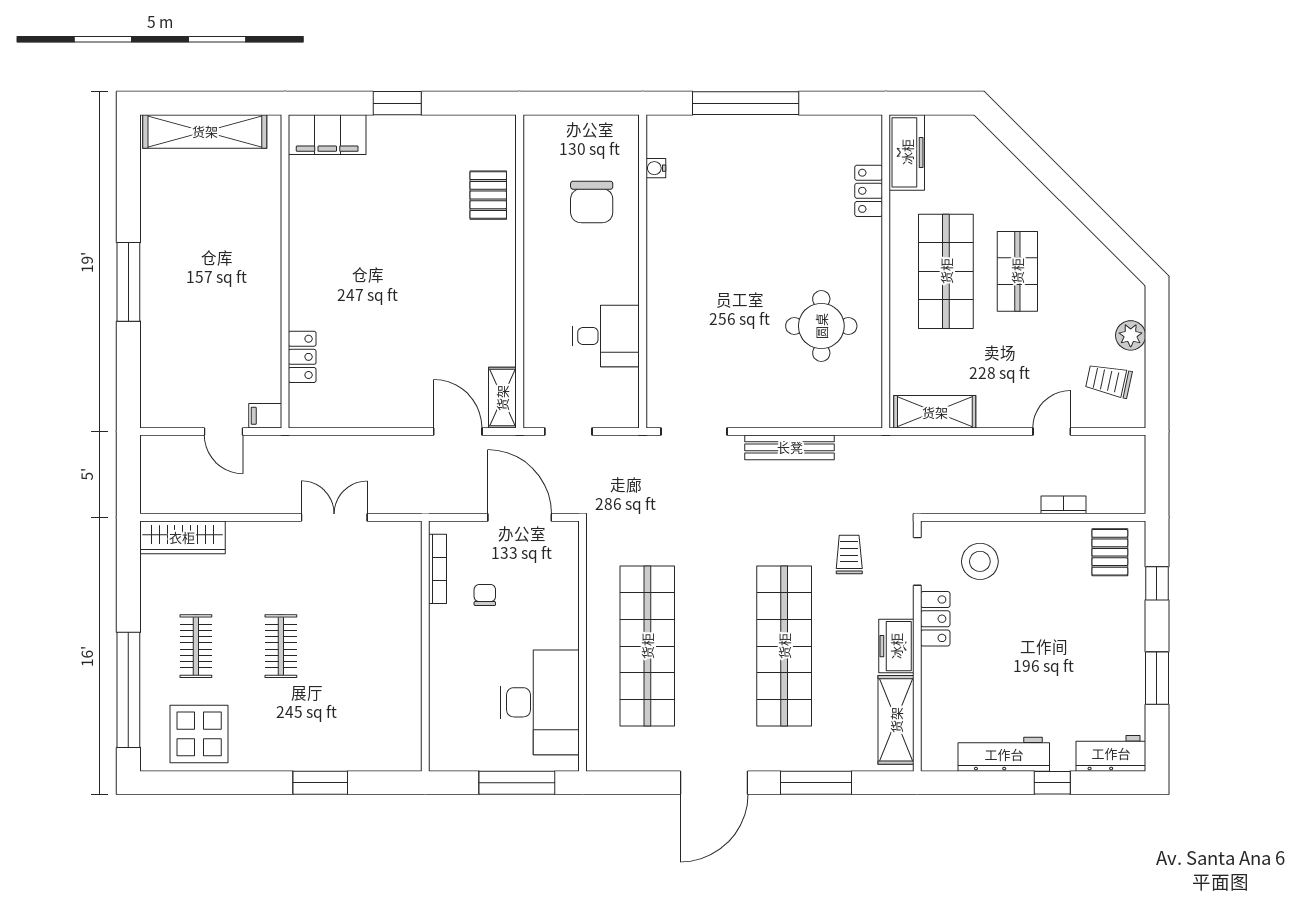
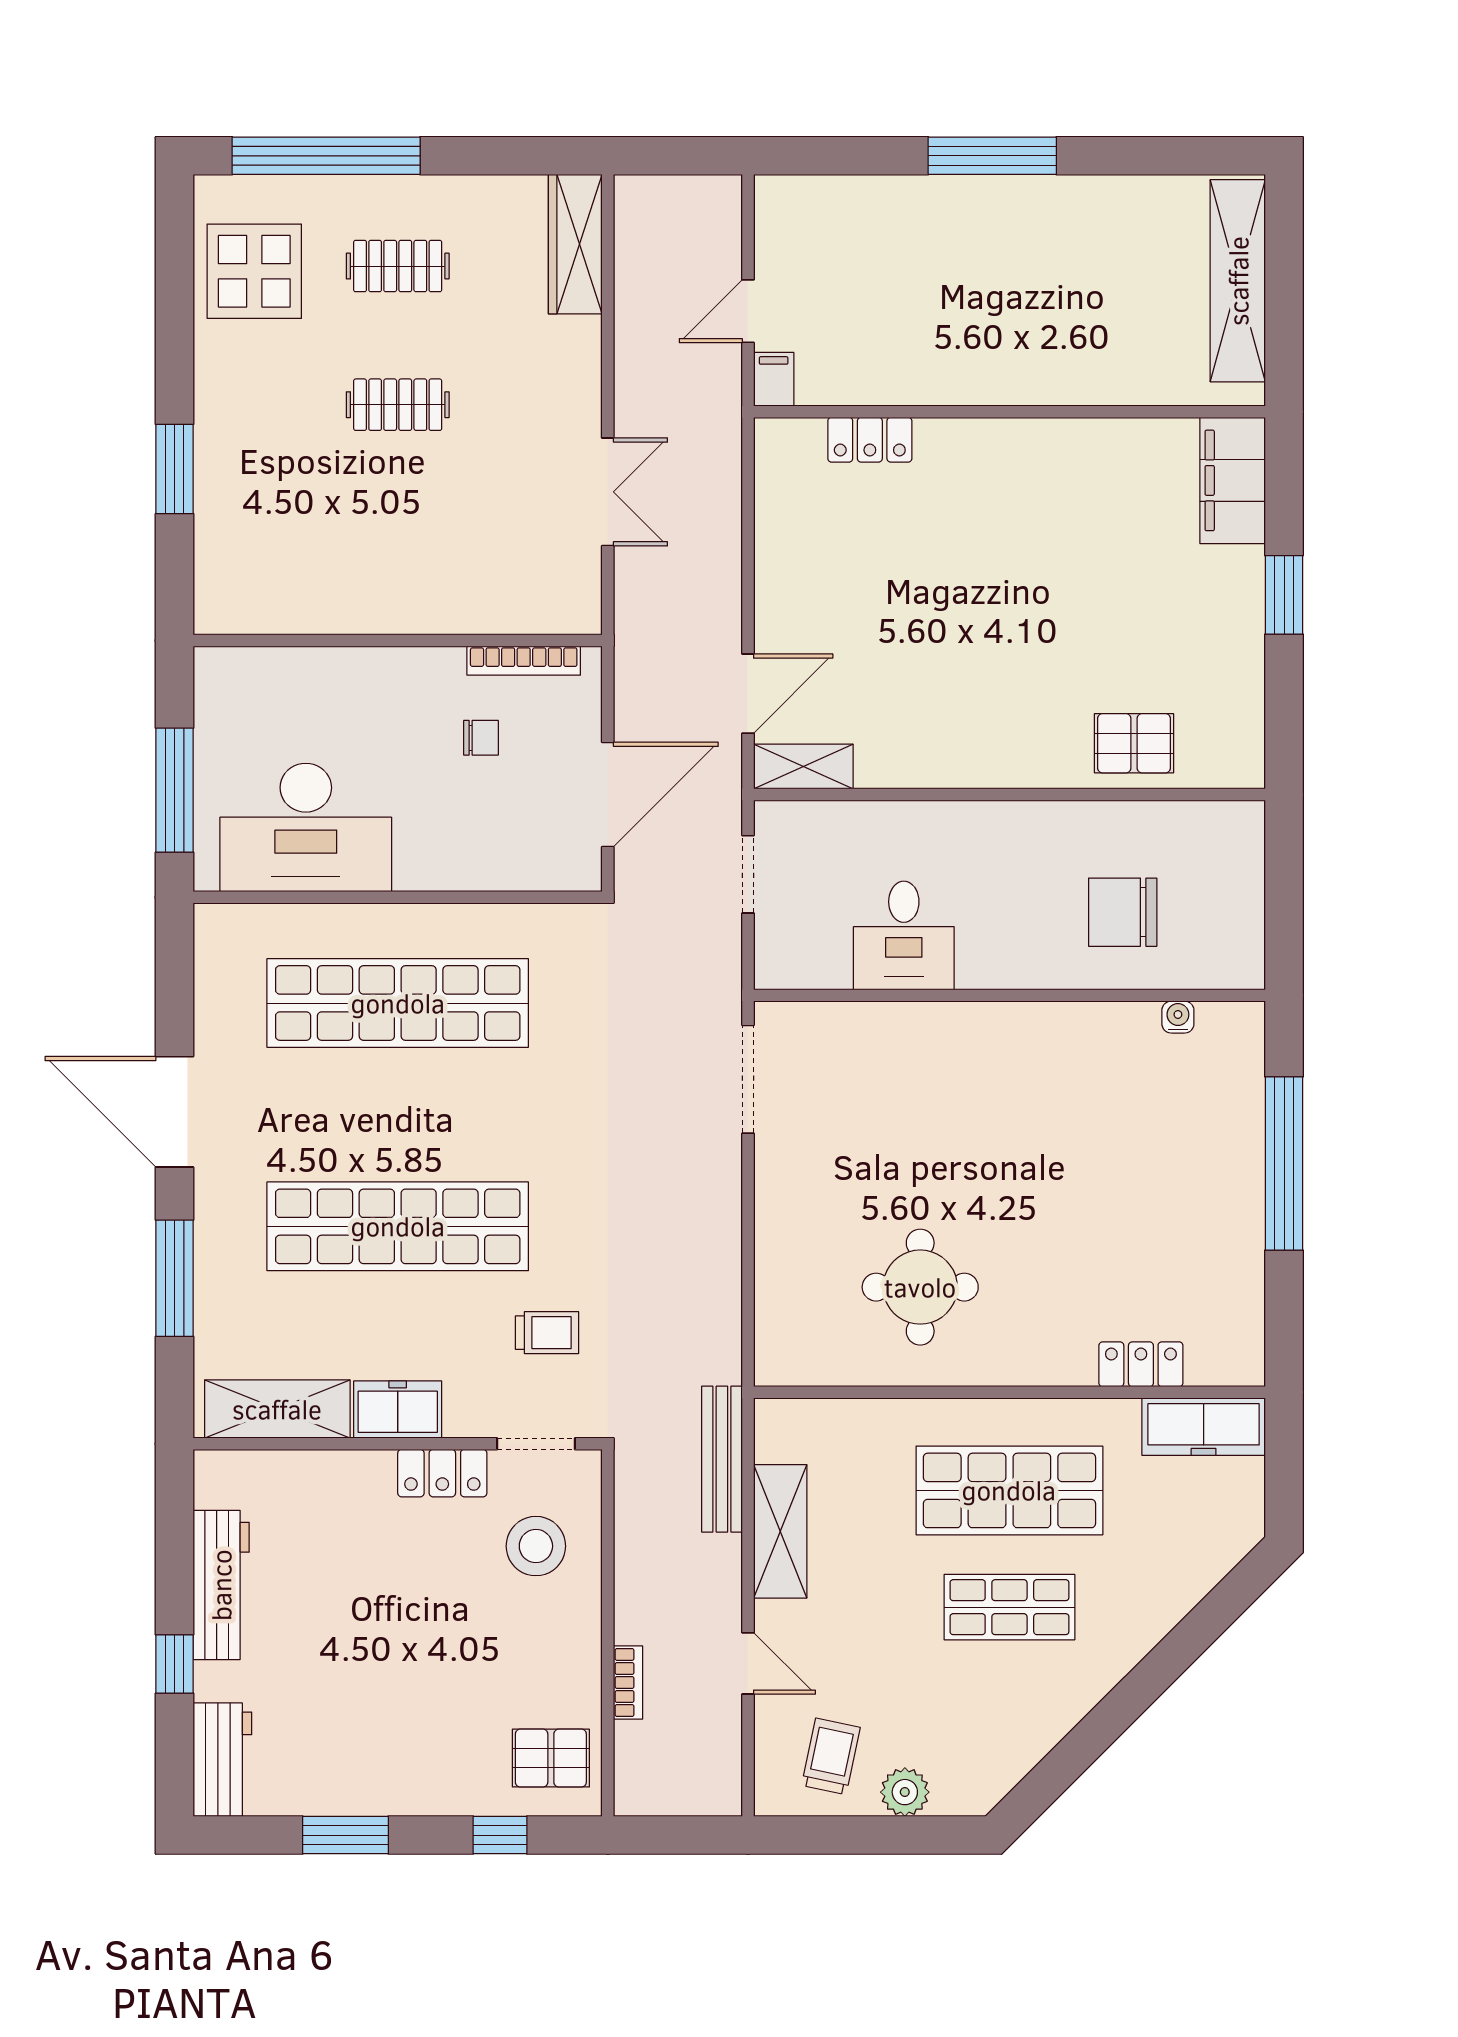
shelving: (935, 412) -> (780, 1531), moved
bench: (790, 447) -> (722, 1459), moved

